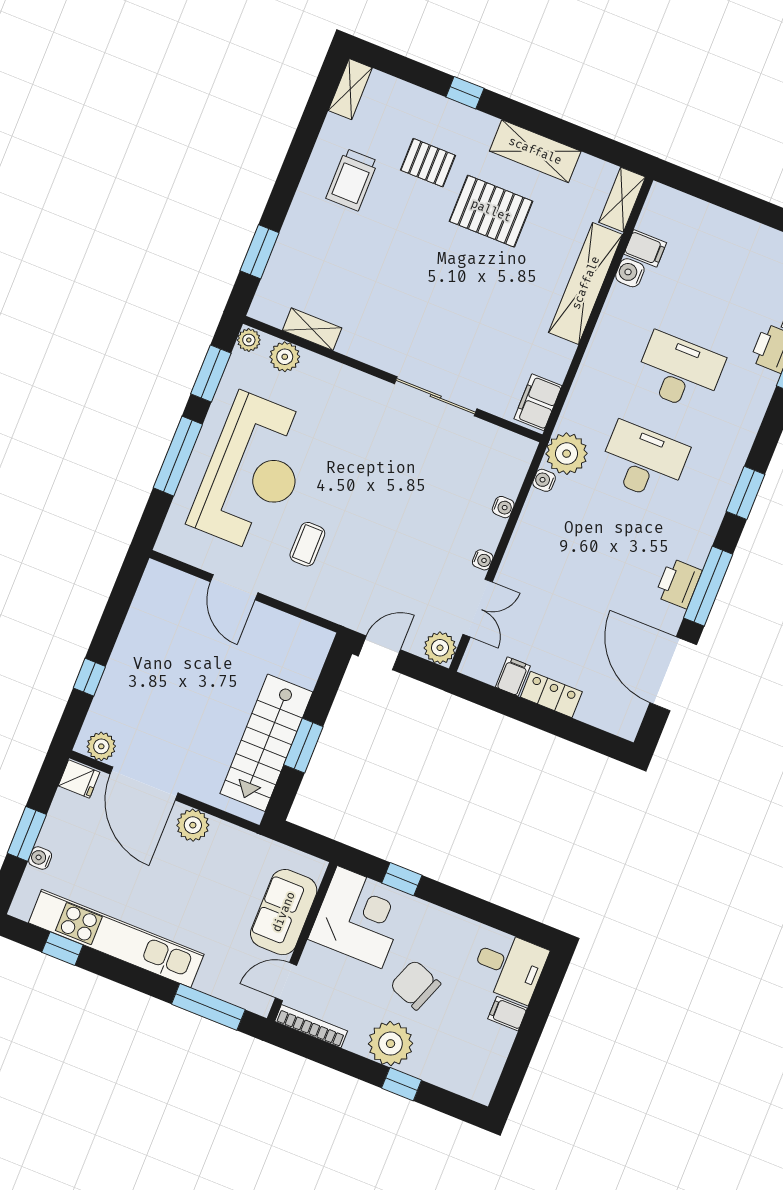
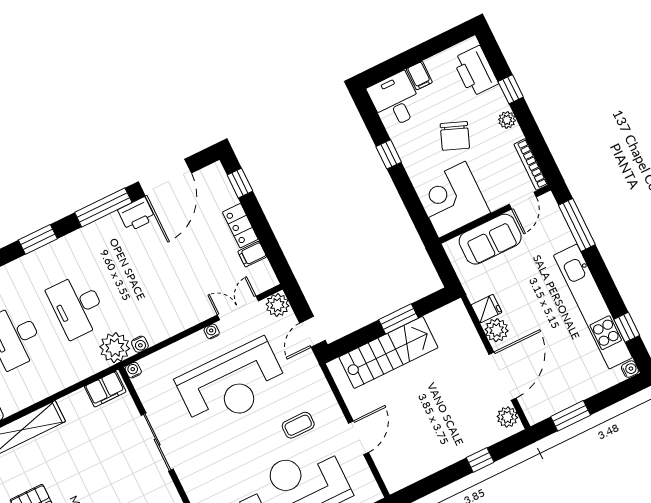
water cooler: (503, 507) -> (133, 370), moved
reception desk: (413, 525) -> (232, 384), added
printer: (678, 583) -> (137, 214), moved
door: (379, 653) -> (312, 332), hinge flipped
window: (591, 738) -> (240, 183), added
stairs: (266, 743) -> (388, 352), moved
fridge: (79, 779) -> (487, 309), moved, turned 90
window: (27, 834) -> (571, 416), moved
water cooler: (40, 858) -> (630, 369), moved, turned -90
window: (402, 879) -> (389, 154), moved
door: (286, 982) -> (523, 201), hinge flipped
plant: (391, 1044) -> (507, 120), width x0.53, depth x0.53
printer: (454, 1070) -> (475, 71), added

